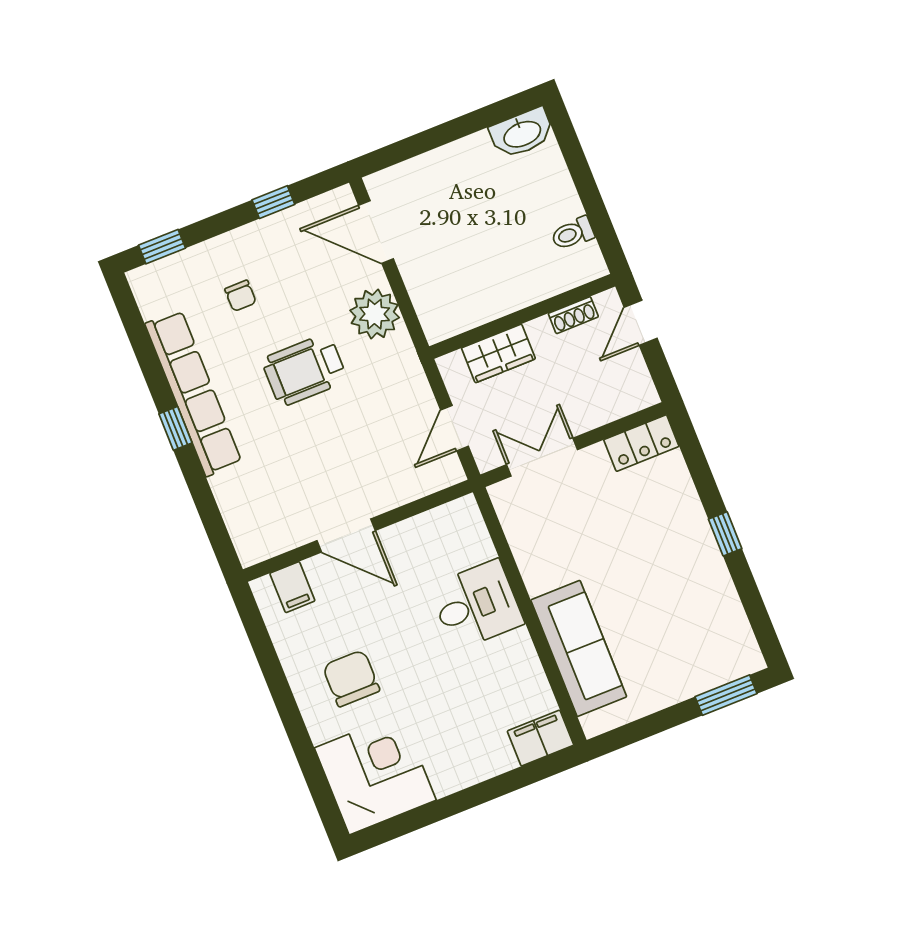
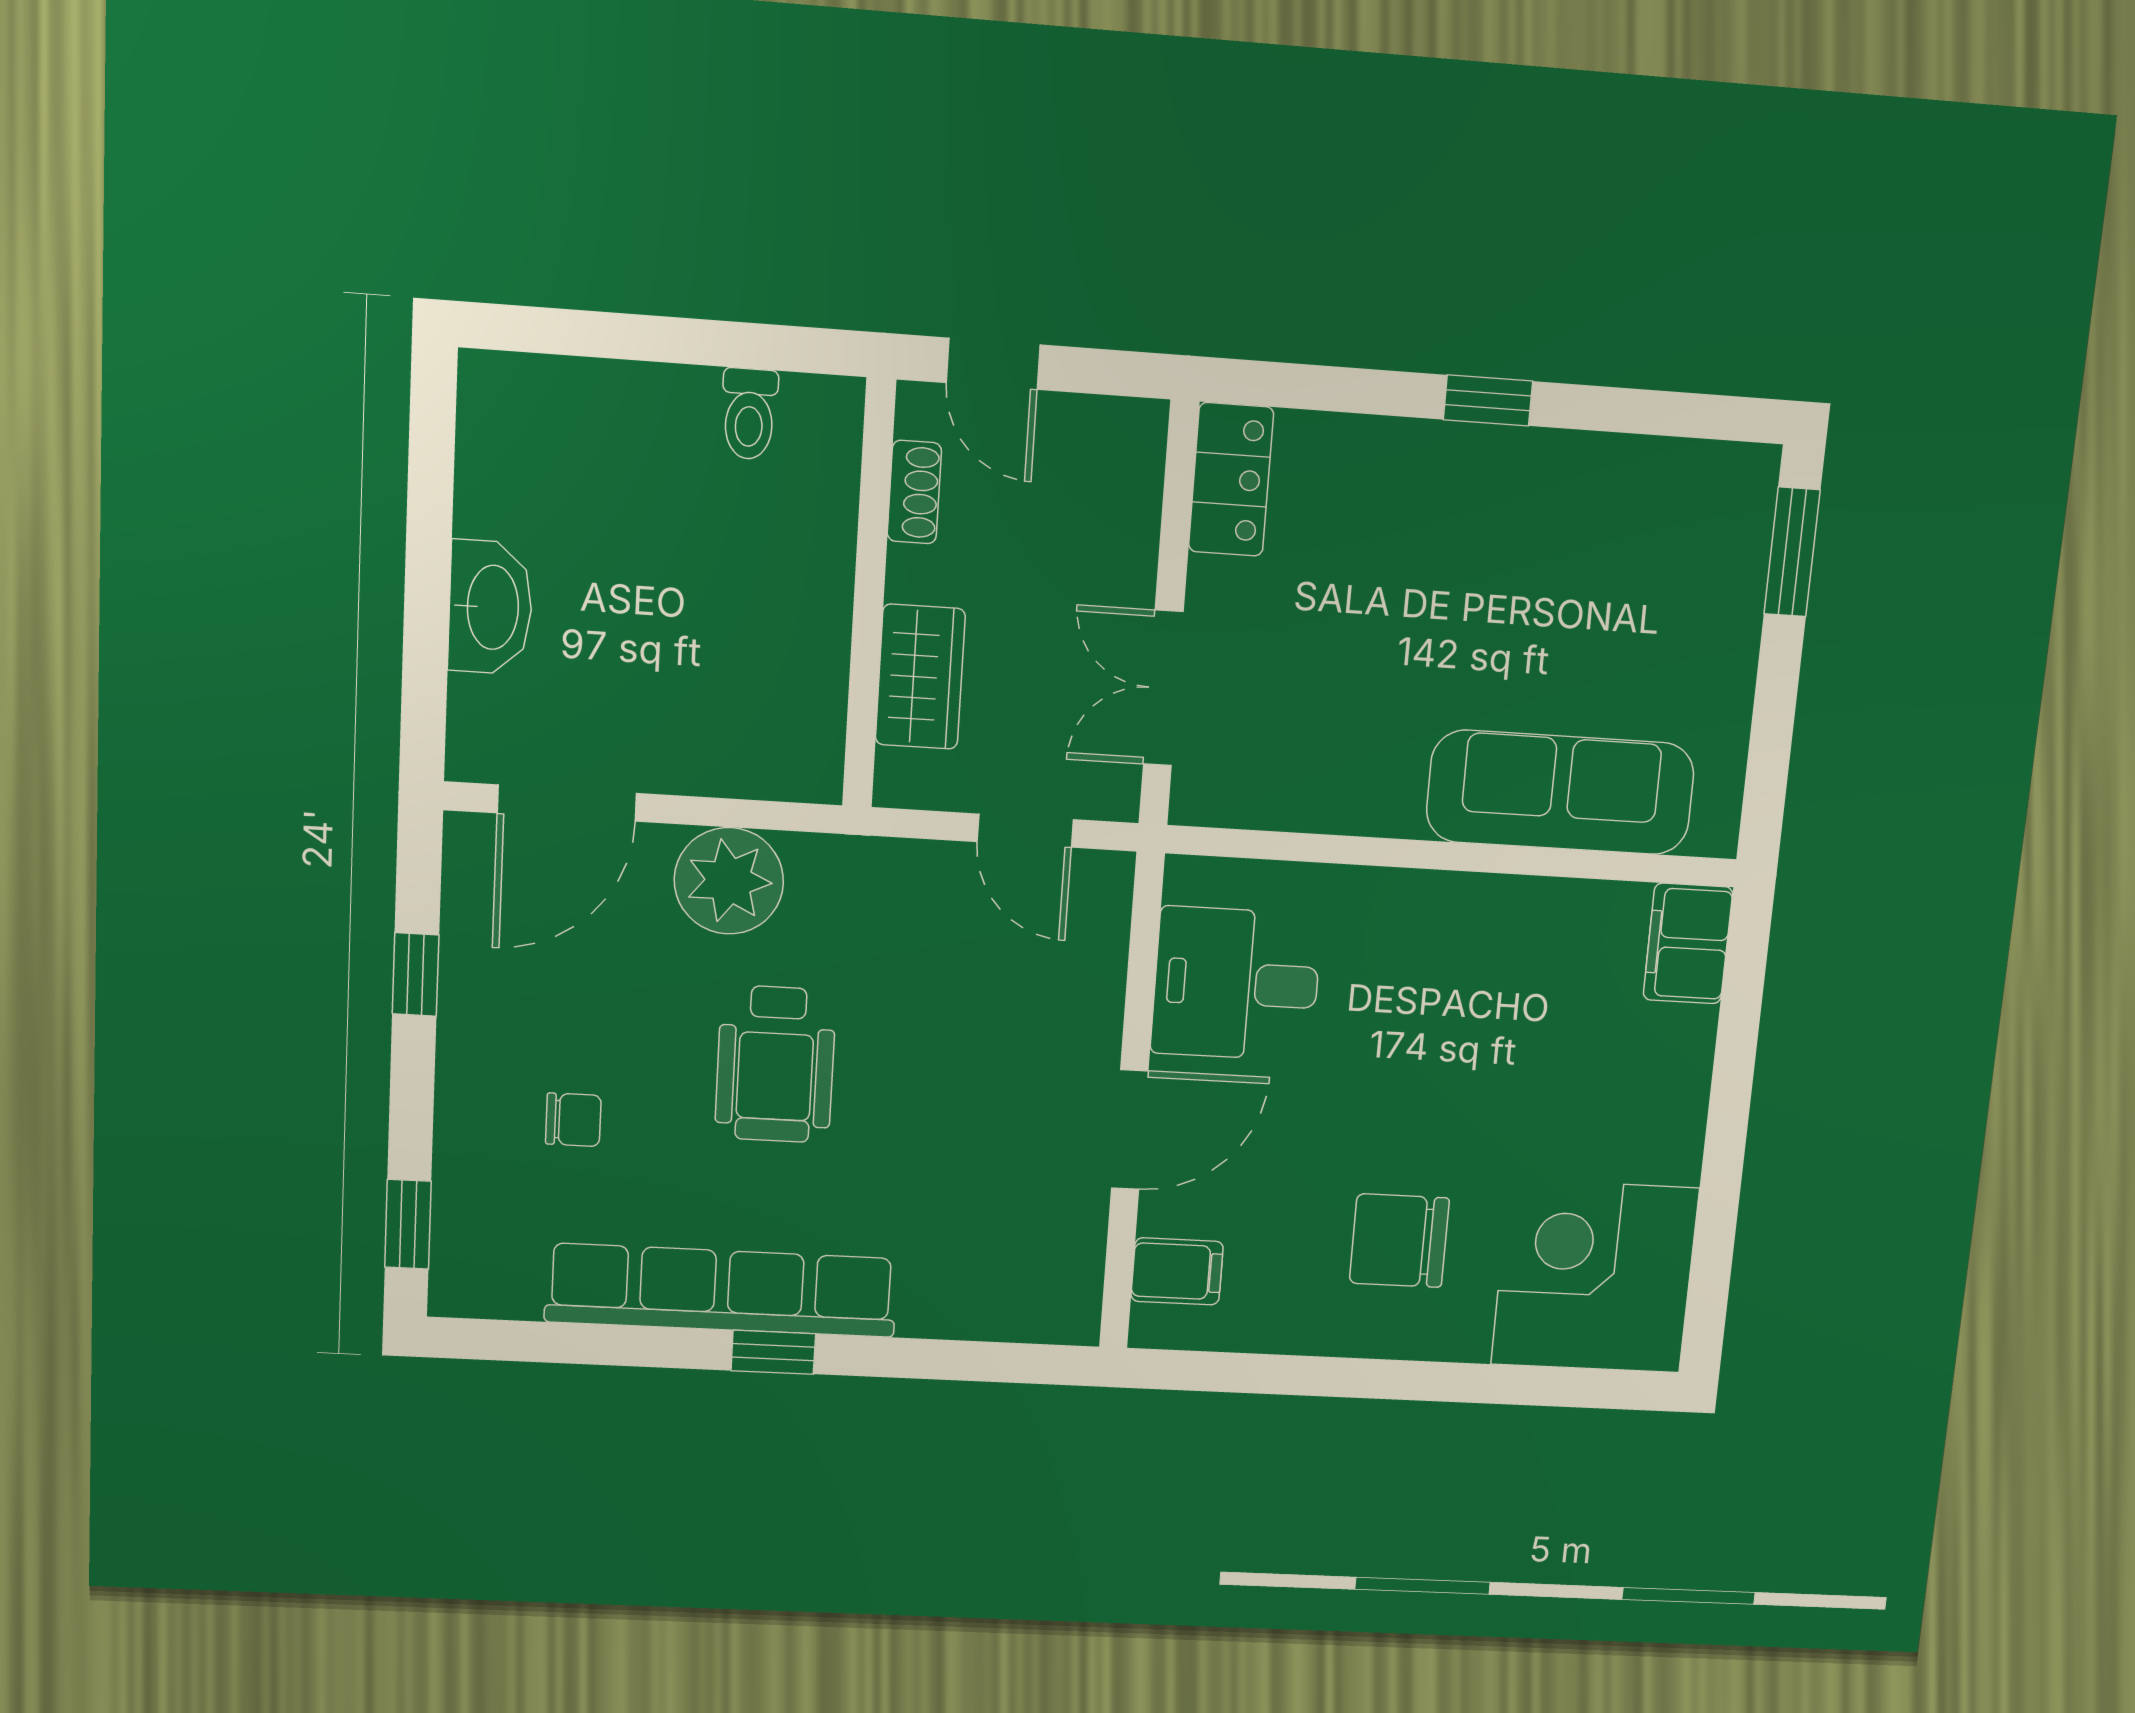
washbasin: (522, 133) -> (490, 607), moved
desk: (476, 605) -> (1236, 984), moved, turned -90

